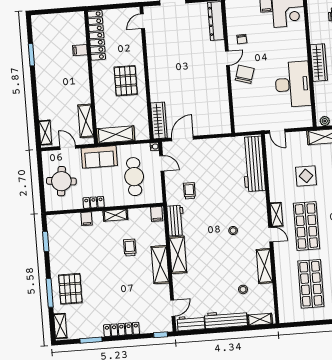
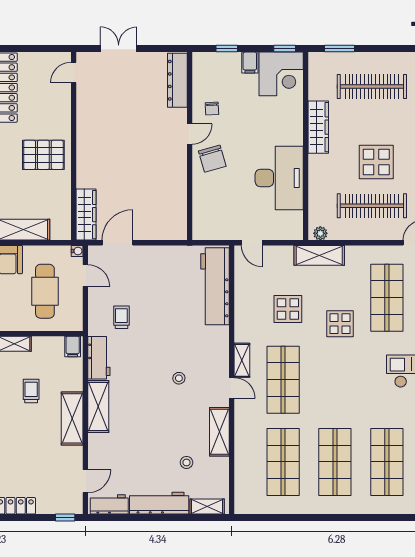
wardrobe: (319, 63) -> (318, 127), moved
chair: (245, 74) -> (212, 159), turned 147
pallet: (126, 81) -> (43, 155), turned 90

